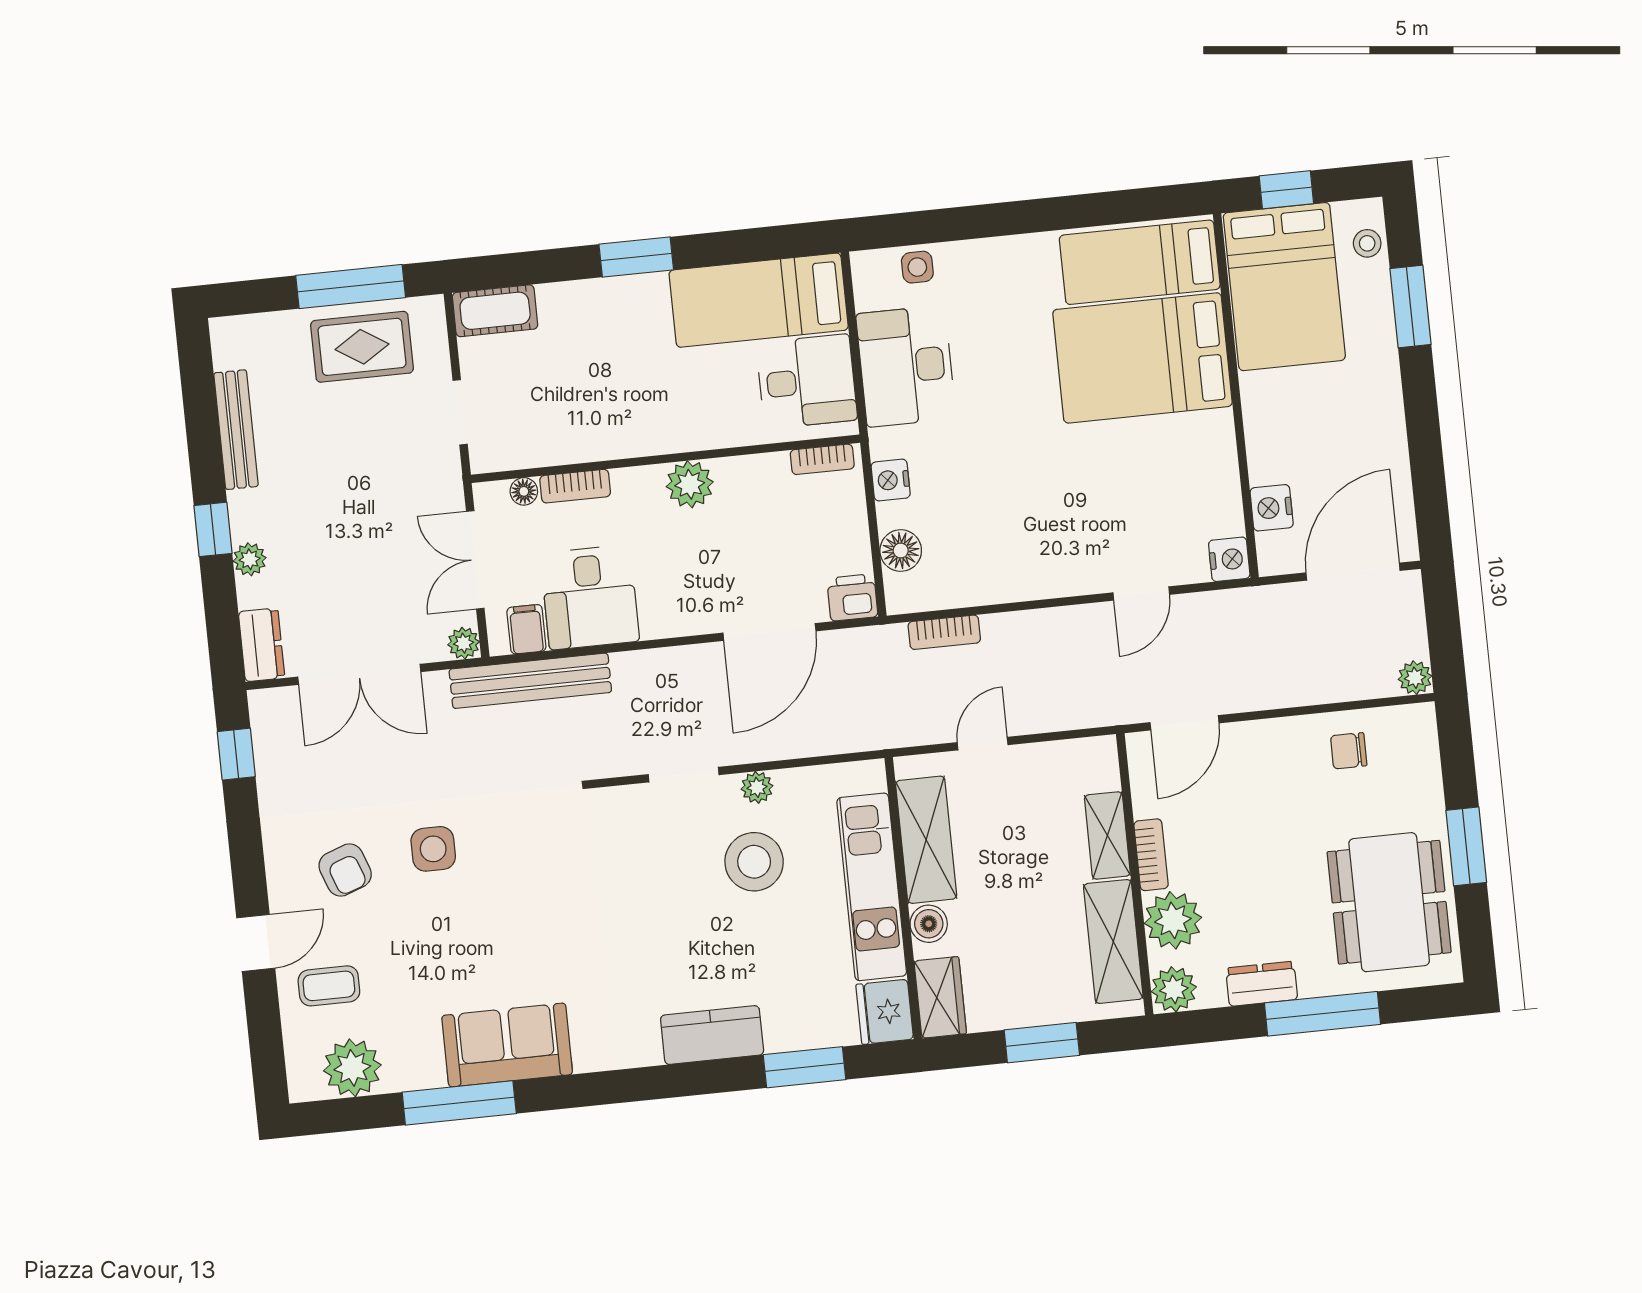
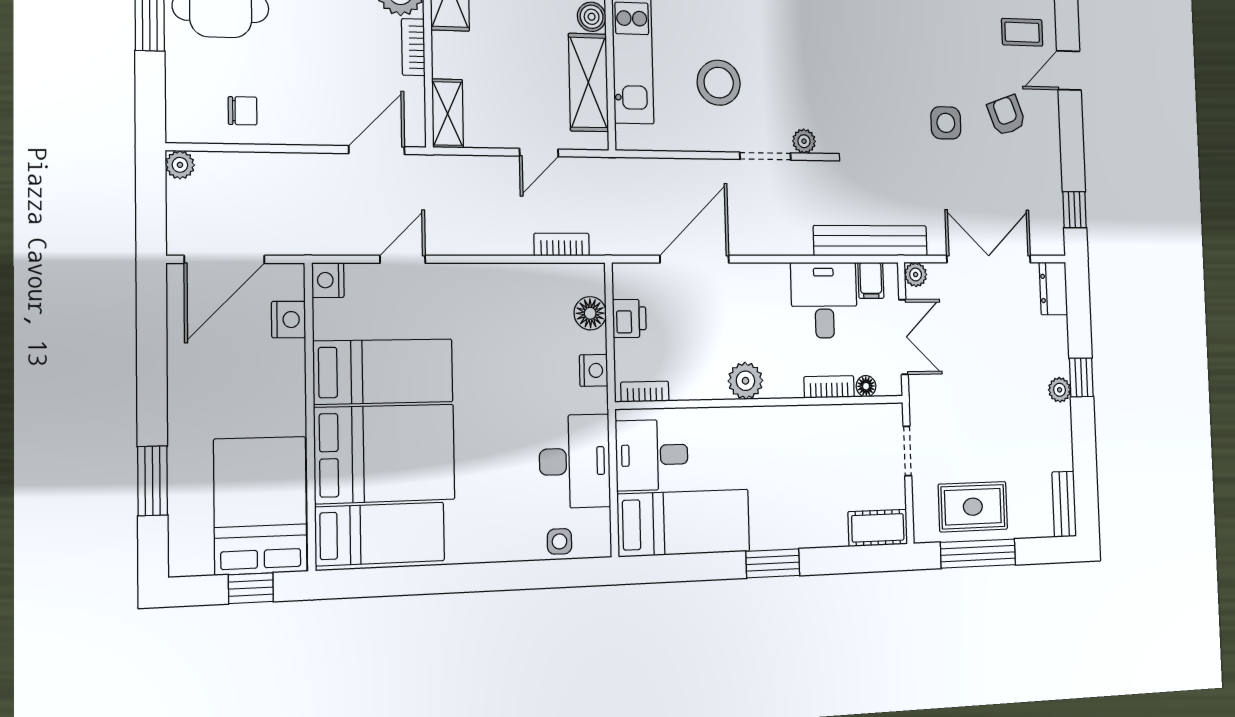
stool: (1367, 243) -> (185, 538), removed
bench: (236, 430) -> (1064, 504), moved, width x0.73
bed: (1153, 456) -> (383, 372), added
plant: (250, 559) -> (1060, 390), moved
printer: (852, 597) -> (629, 318), moved, turned -90
plant: (757, 787) -> (804, 141), moved
shelving: (1107, 835) -> (448, 114), moved

